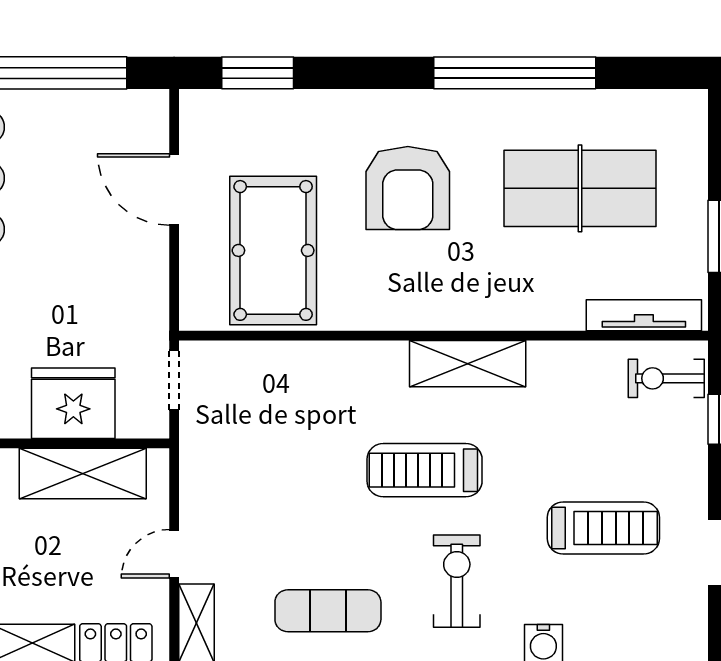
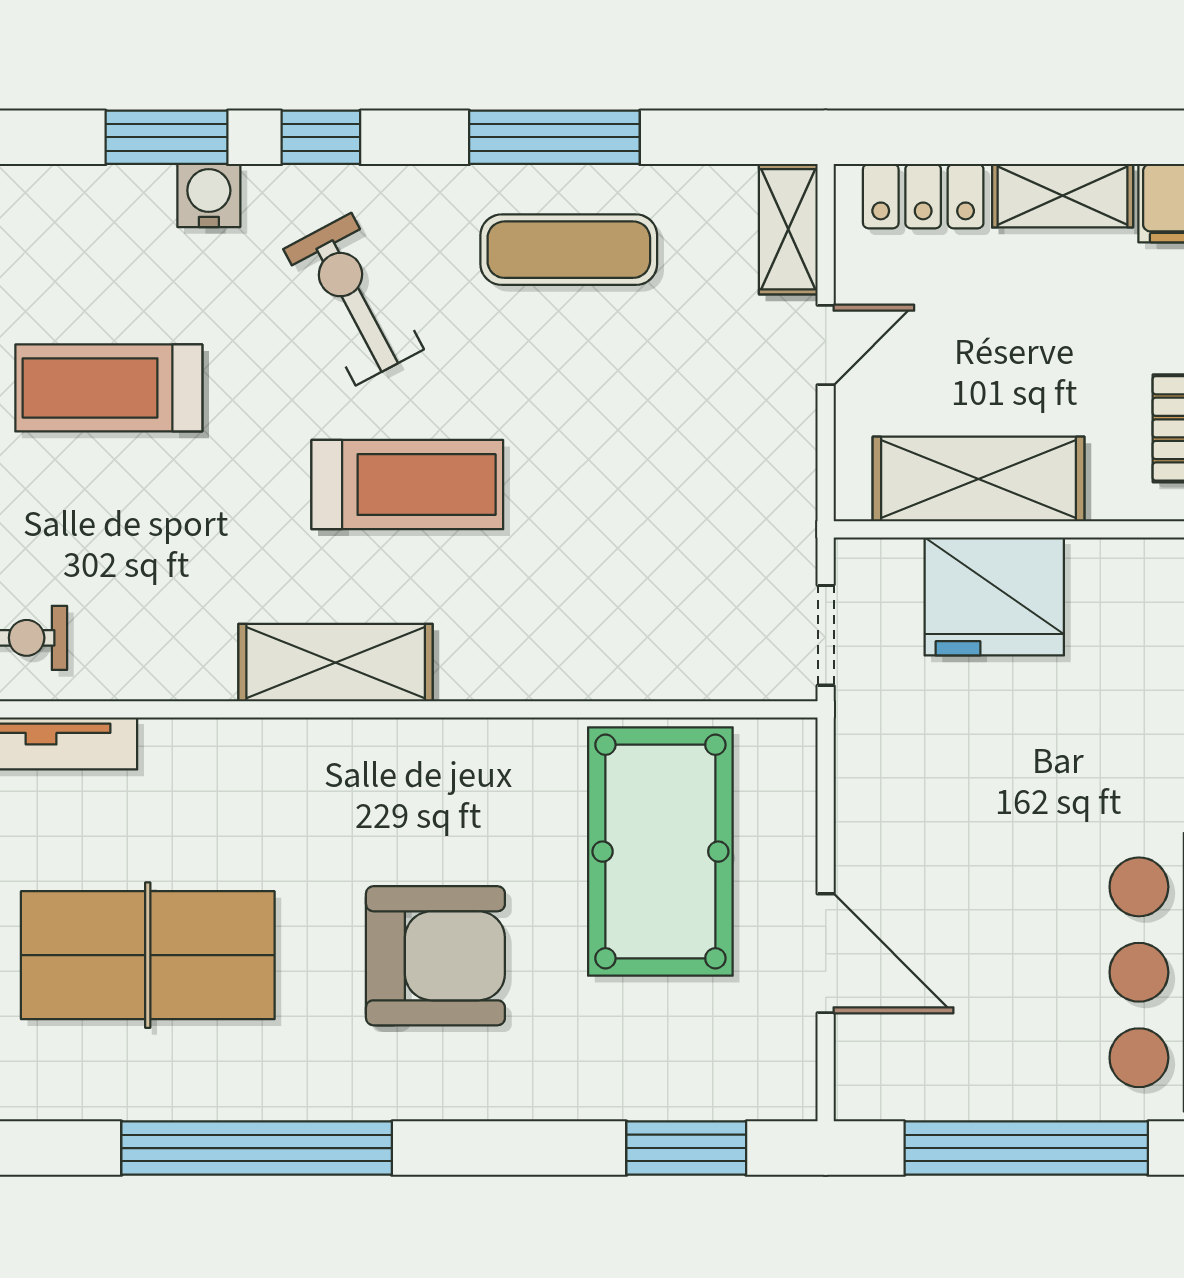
armchair: (408, 188) -> (435, 956), turned 90
exercise bike: (457, 581) -> (354, 299), turned 152

